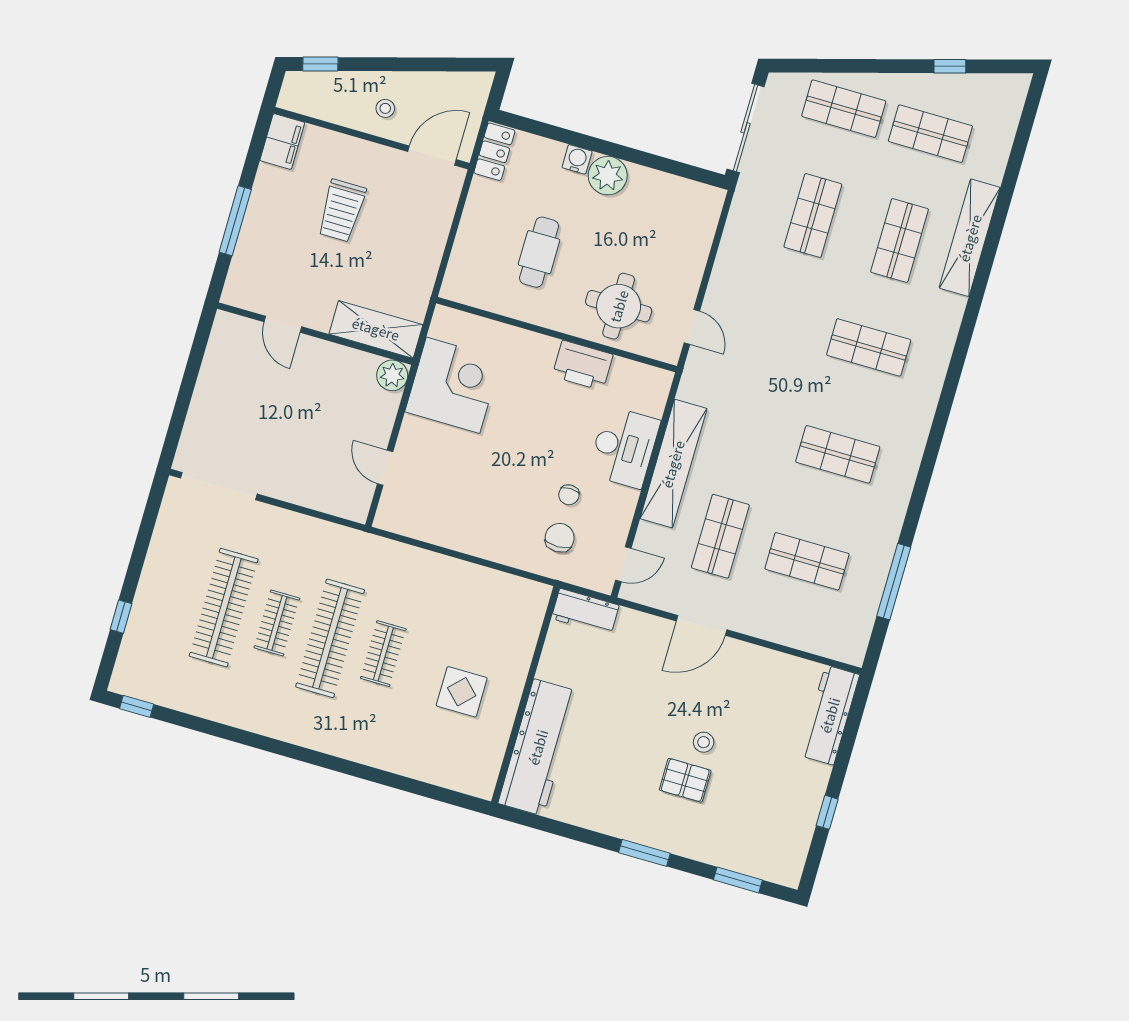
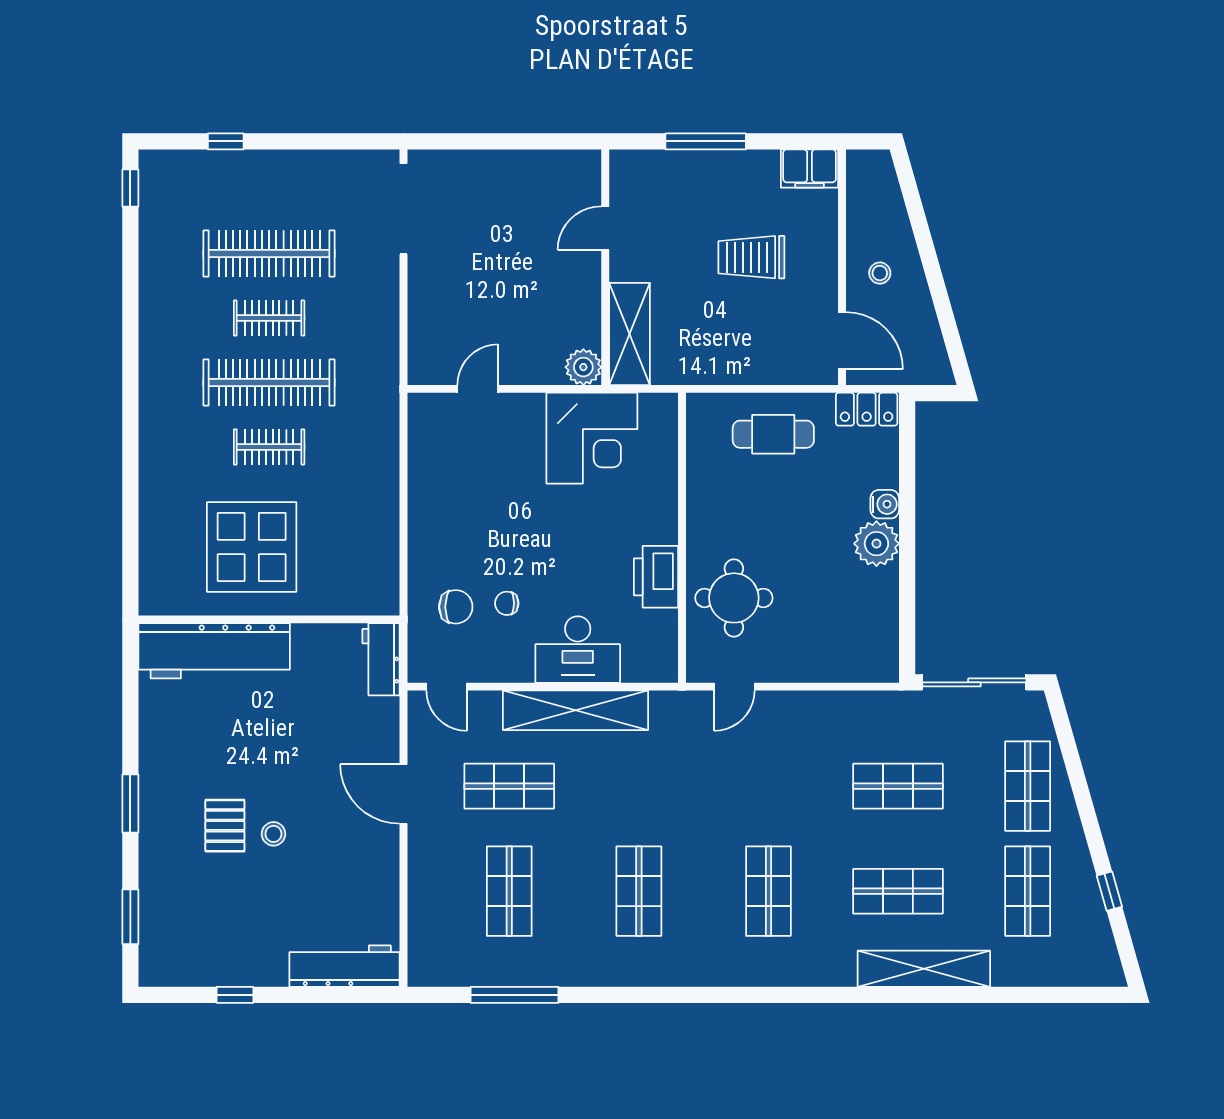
window: (320, 64) -> (908, 186), removed
cafe table: (539, 252) -> (773, 434), moved
display table: (462, 692) -> (252, 547), width x1.86, depth x1.86

